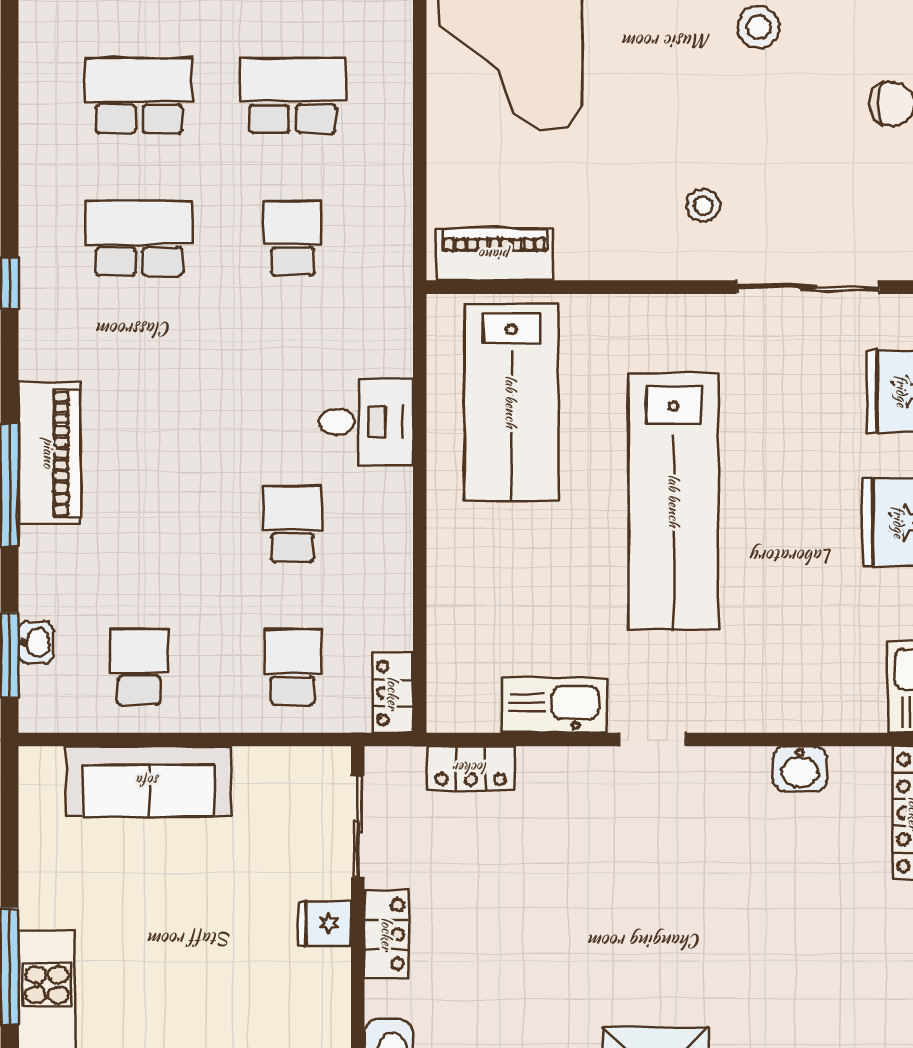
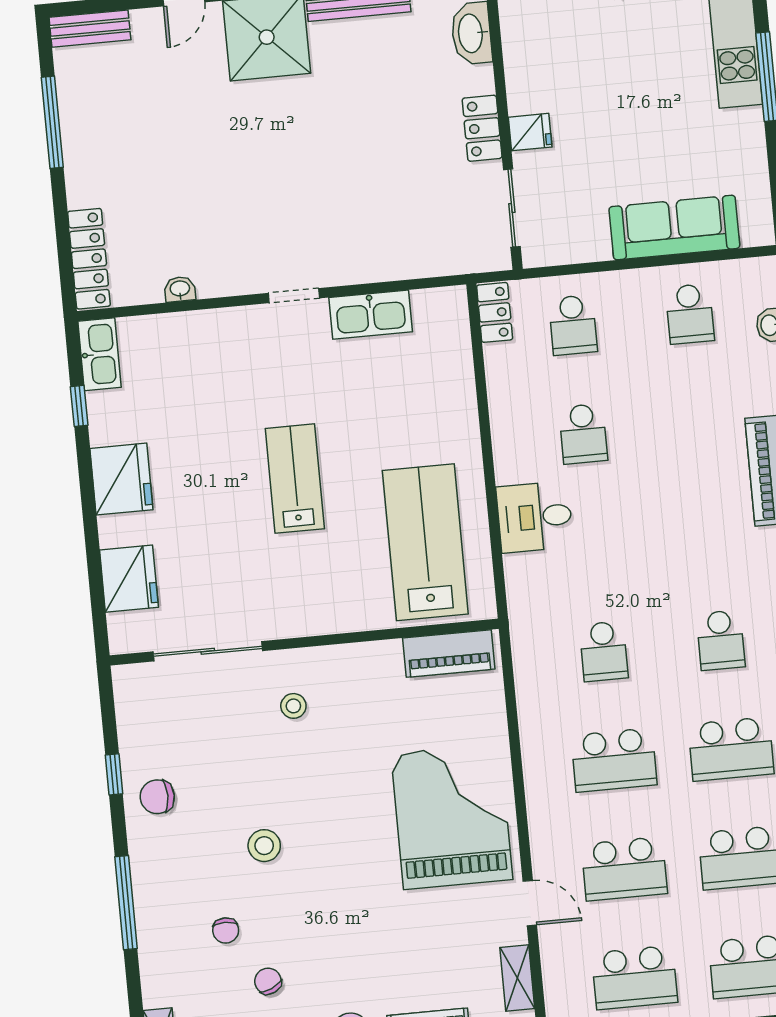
school desk: (139, 238) -> (721, 640), width x0.54
lab bench: (674, 501) -> (295, 479), width x0.54, depth x0.72
locker: (471, 768) -> (430, 261), removed
washbasin: (800, 769) -> (180, 289), width x0.72, depth x0.69

